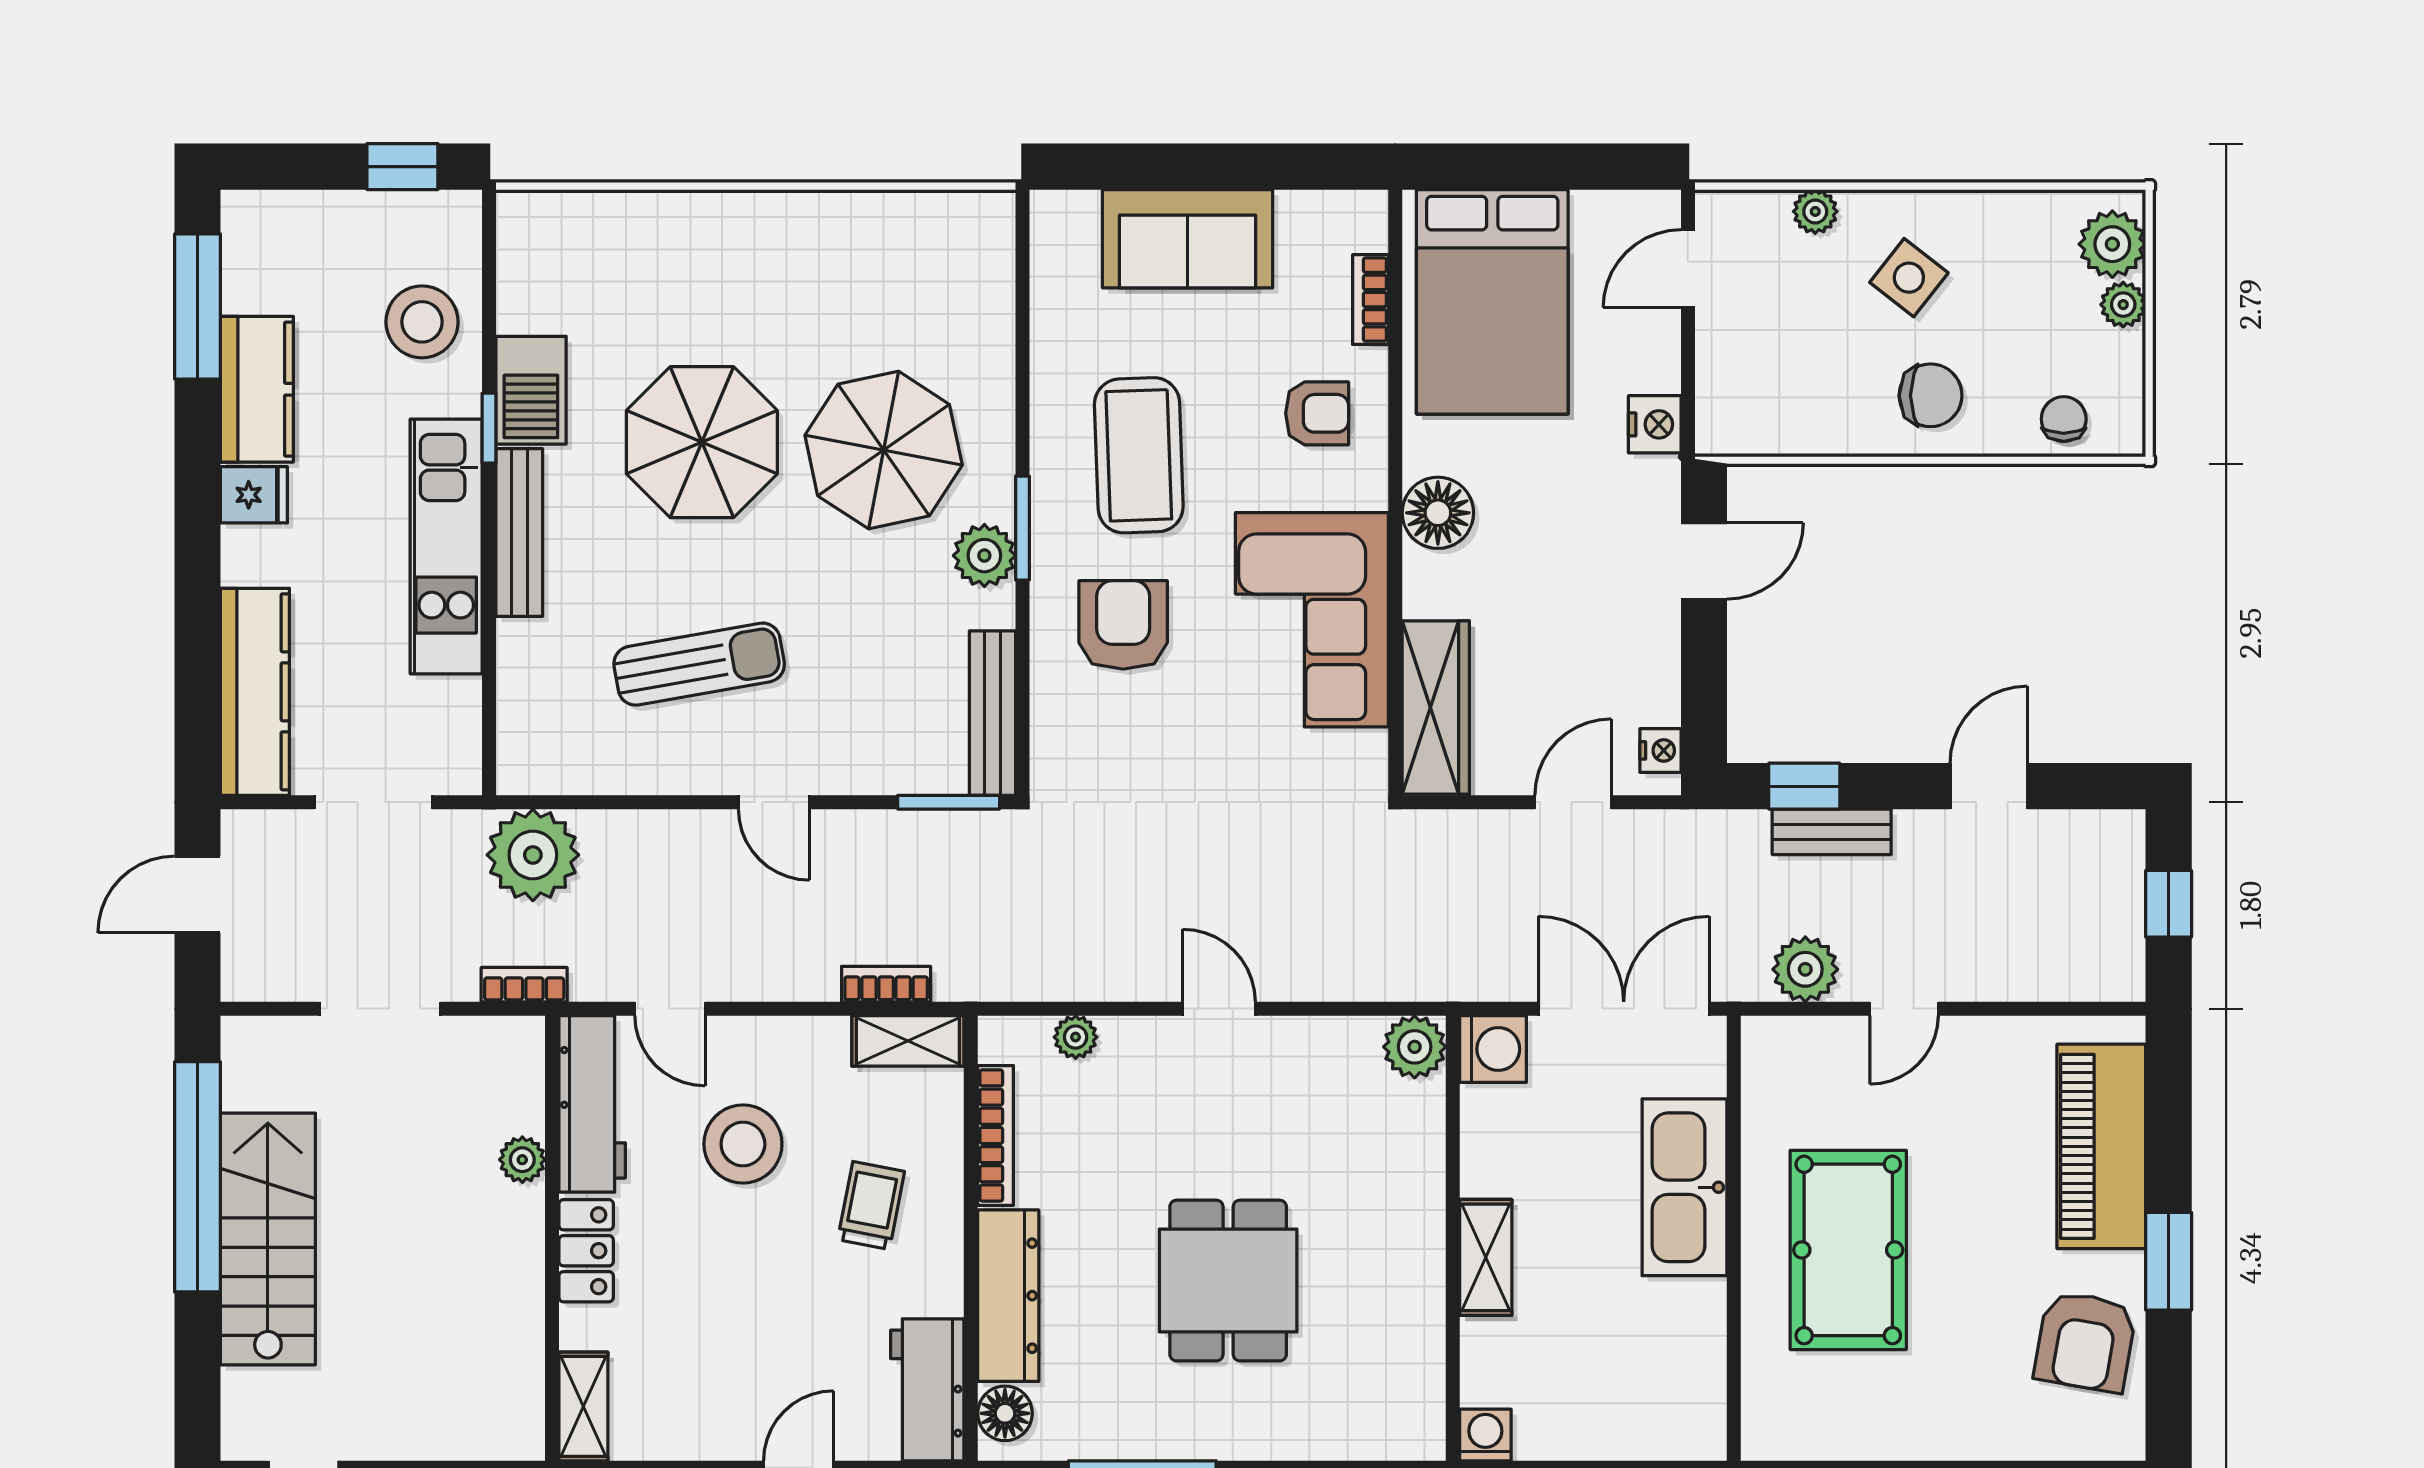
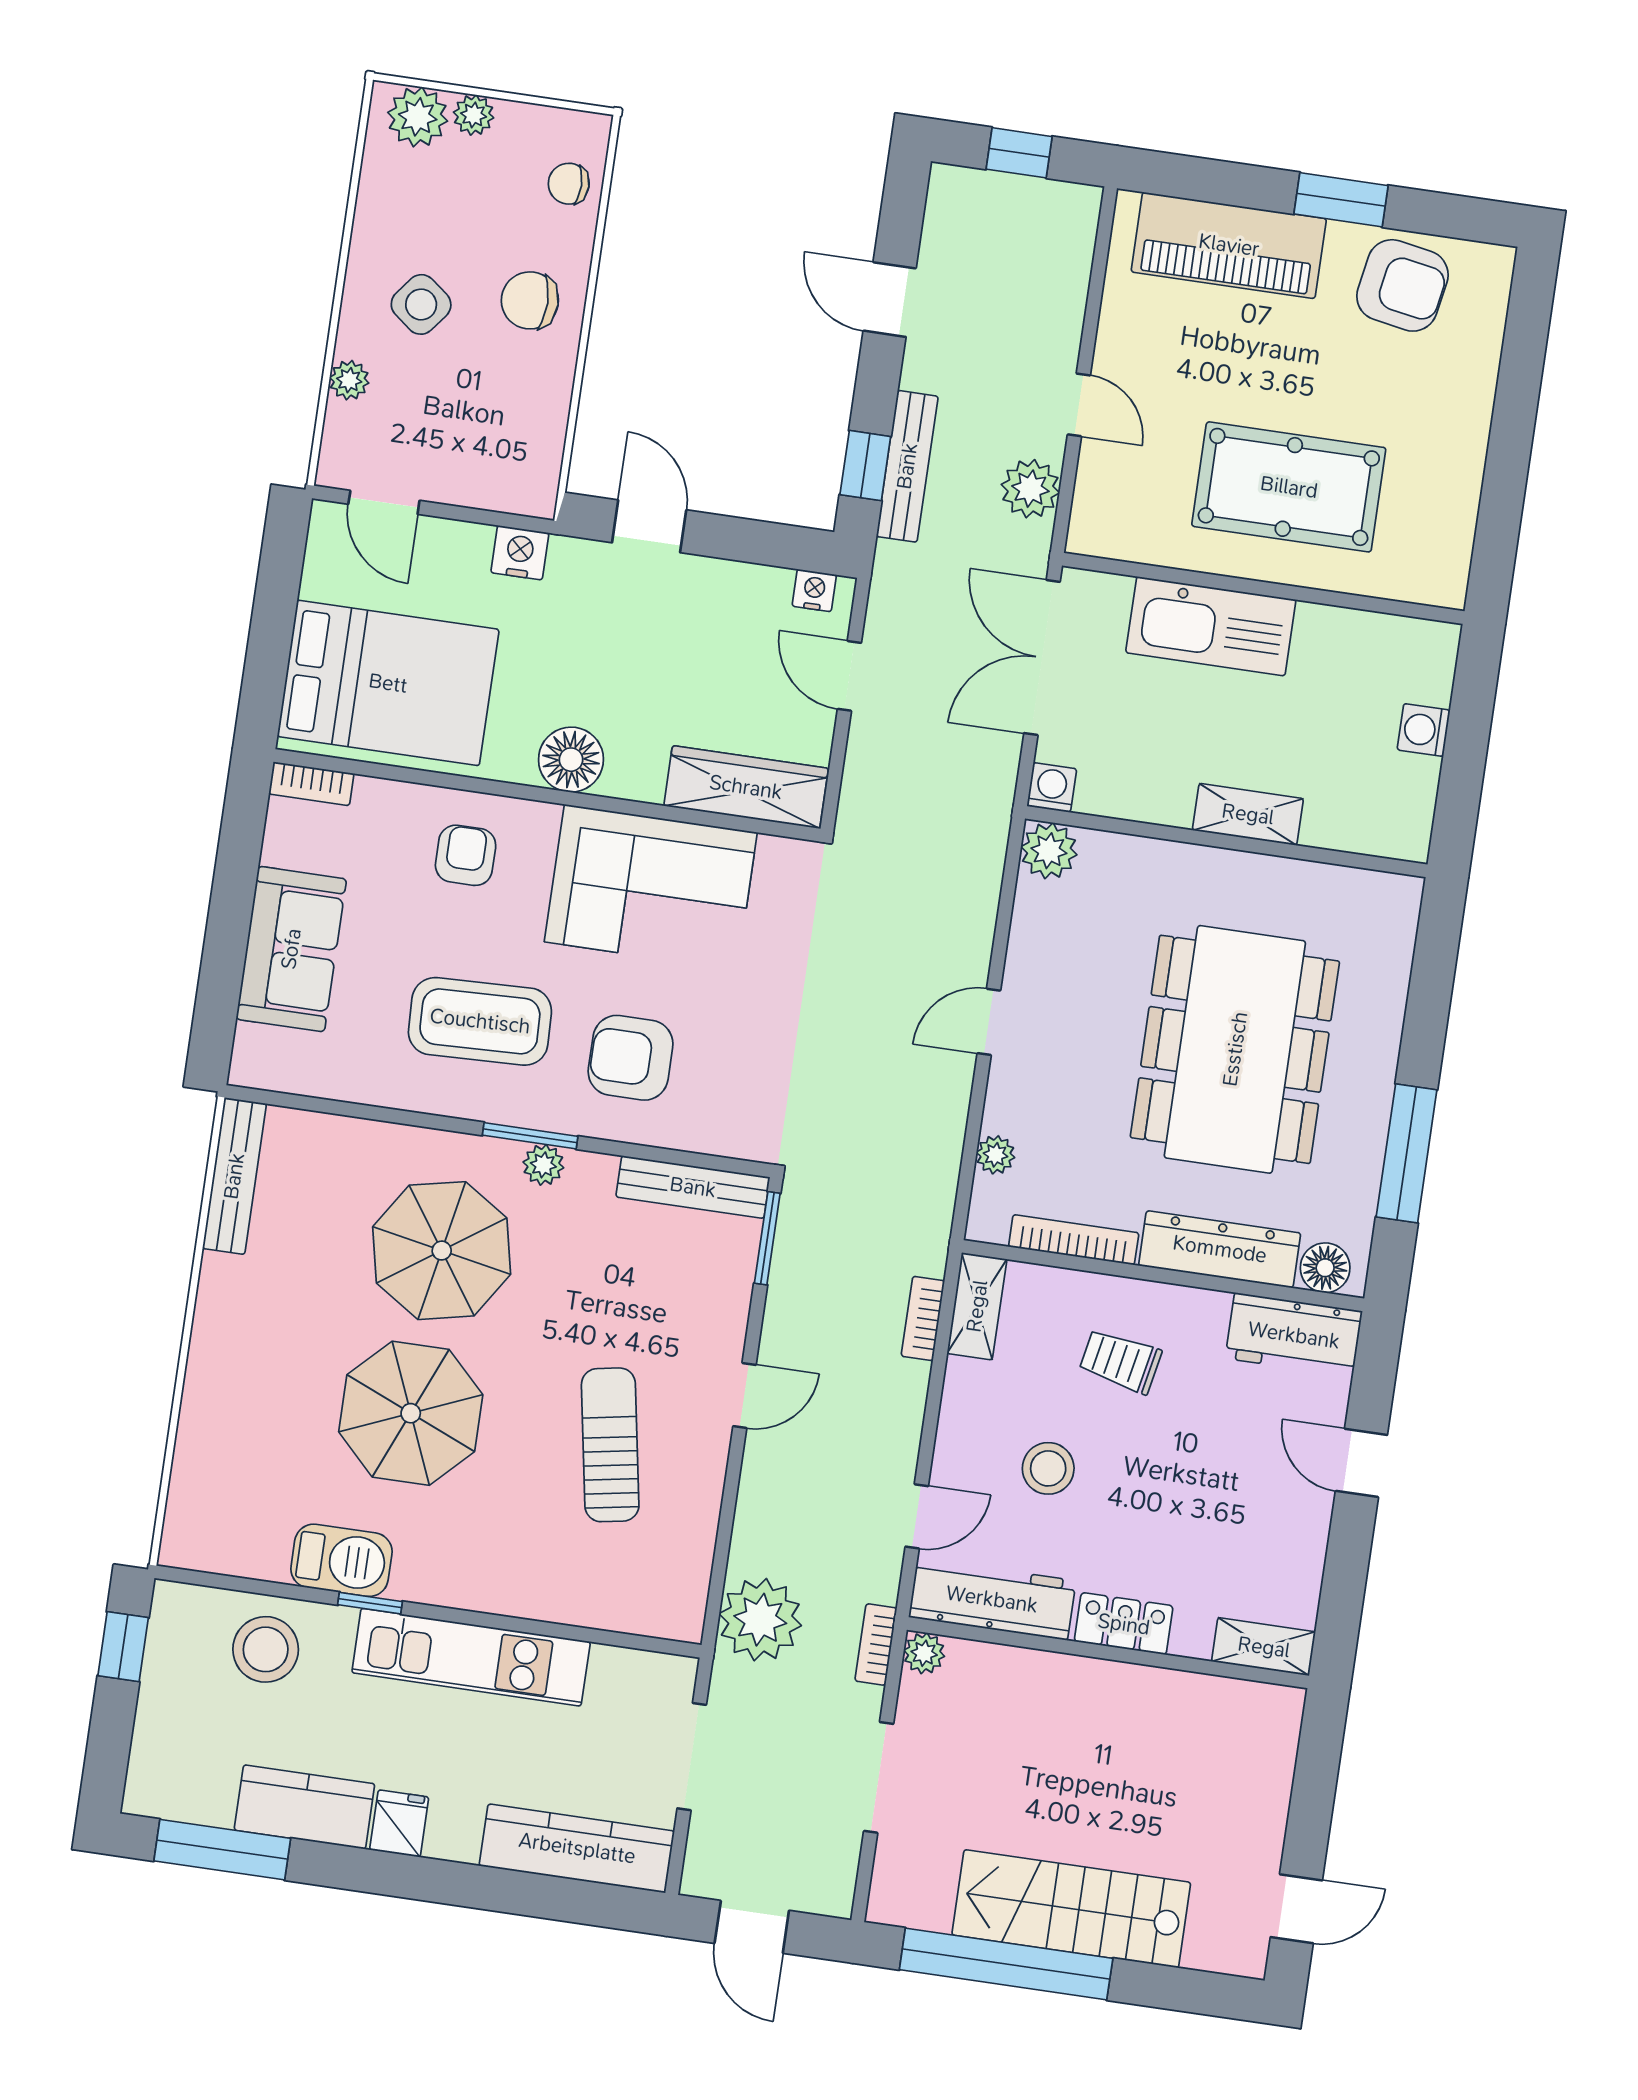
bookcase: (1371, 300) -> (311, 784), moved
chair: (1931, 395) -> (530, 300), turned -90
bench: (519, 533) -> (234, 1176), moved, turned 90
plant: (984, 556) -> (543, 1165), width x0.73, depth x0.73
bench: (1832, 832) -> (907, 466), width x1.36
washing machine: (1493, 1049) -> (1052, 787), width x0.73, depth x0.73
stool: (743, 1144) -> (1048, 1468), width x0.73, depth x0.73
plant: (522, 1160) -> (924, 1653), moved
dining table: (1228, 1281) -> (1235, 1049), width x1.87, depth x1.24
washing machine: (1485, 1435) -> (1424, 730), moved

